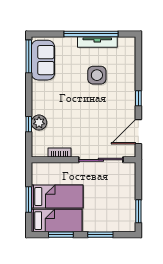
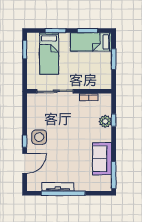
sofa: (43, 60) -> (102, 159), moved
side table: (97, 75) -> (39, 137), moved
door: (138, 132) -> (25, 163), moved
bed: (57, 197) -> (49, 54), moved, turned -90

